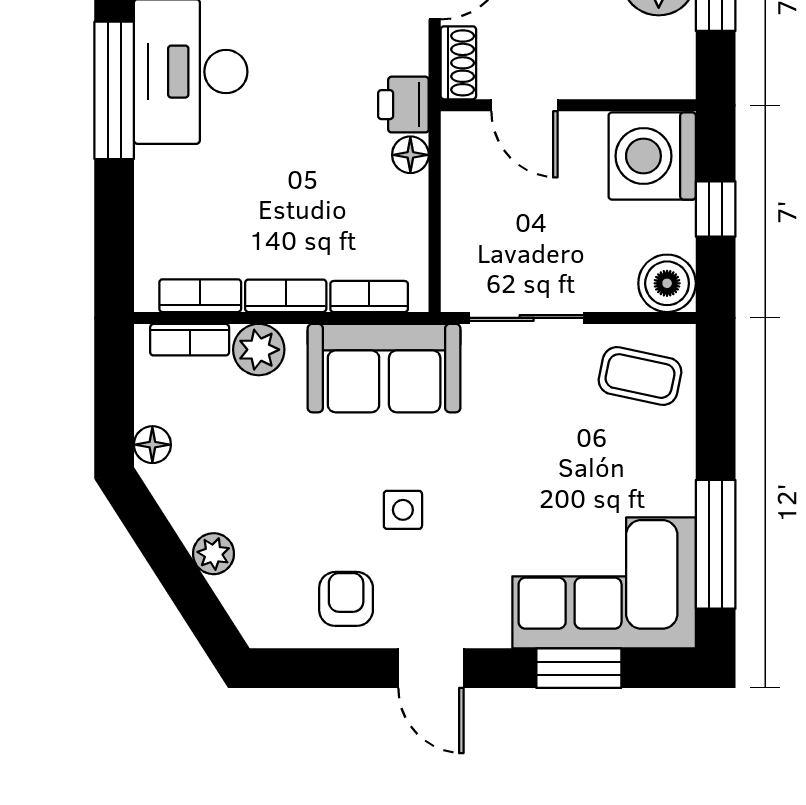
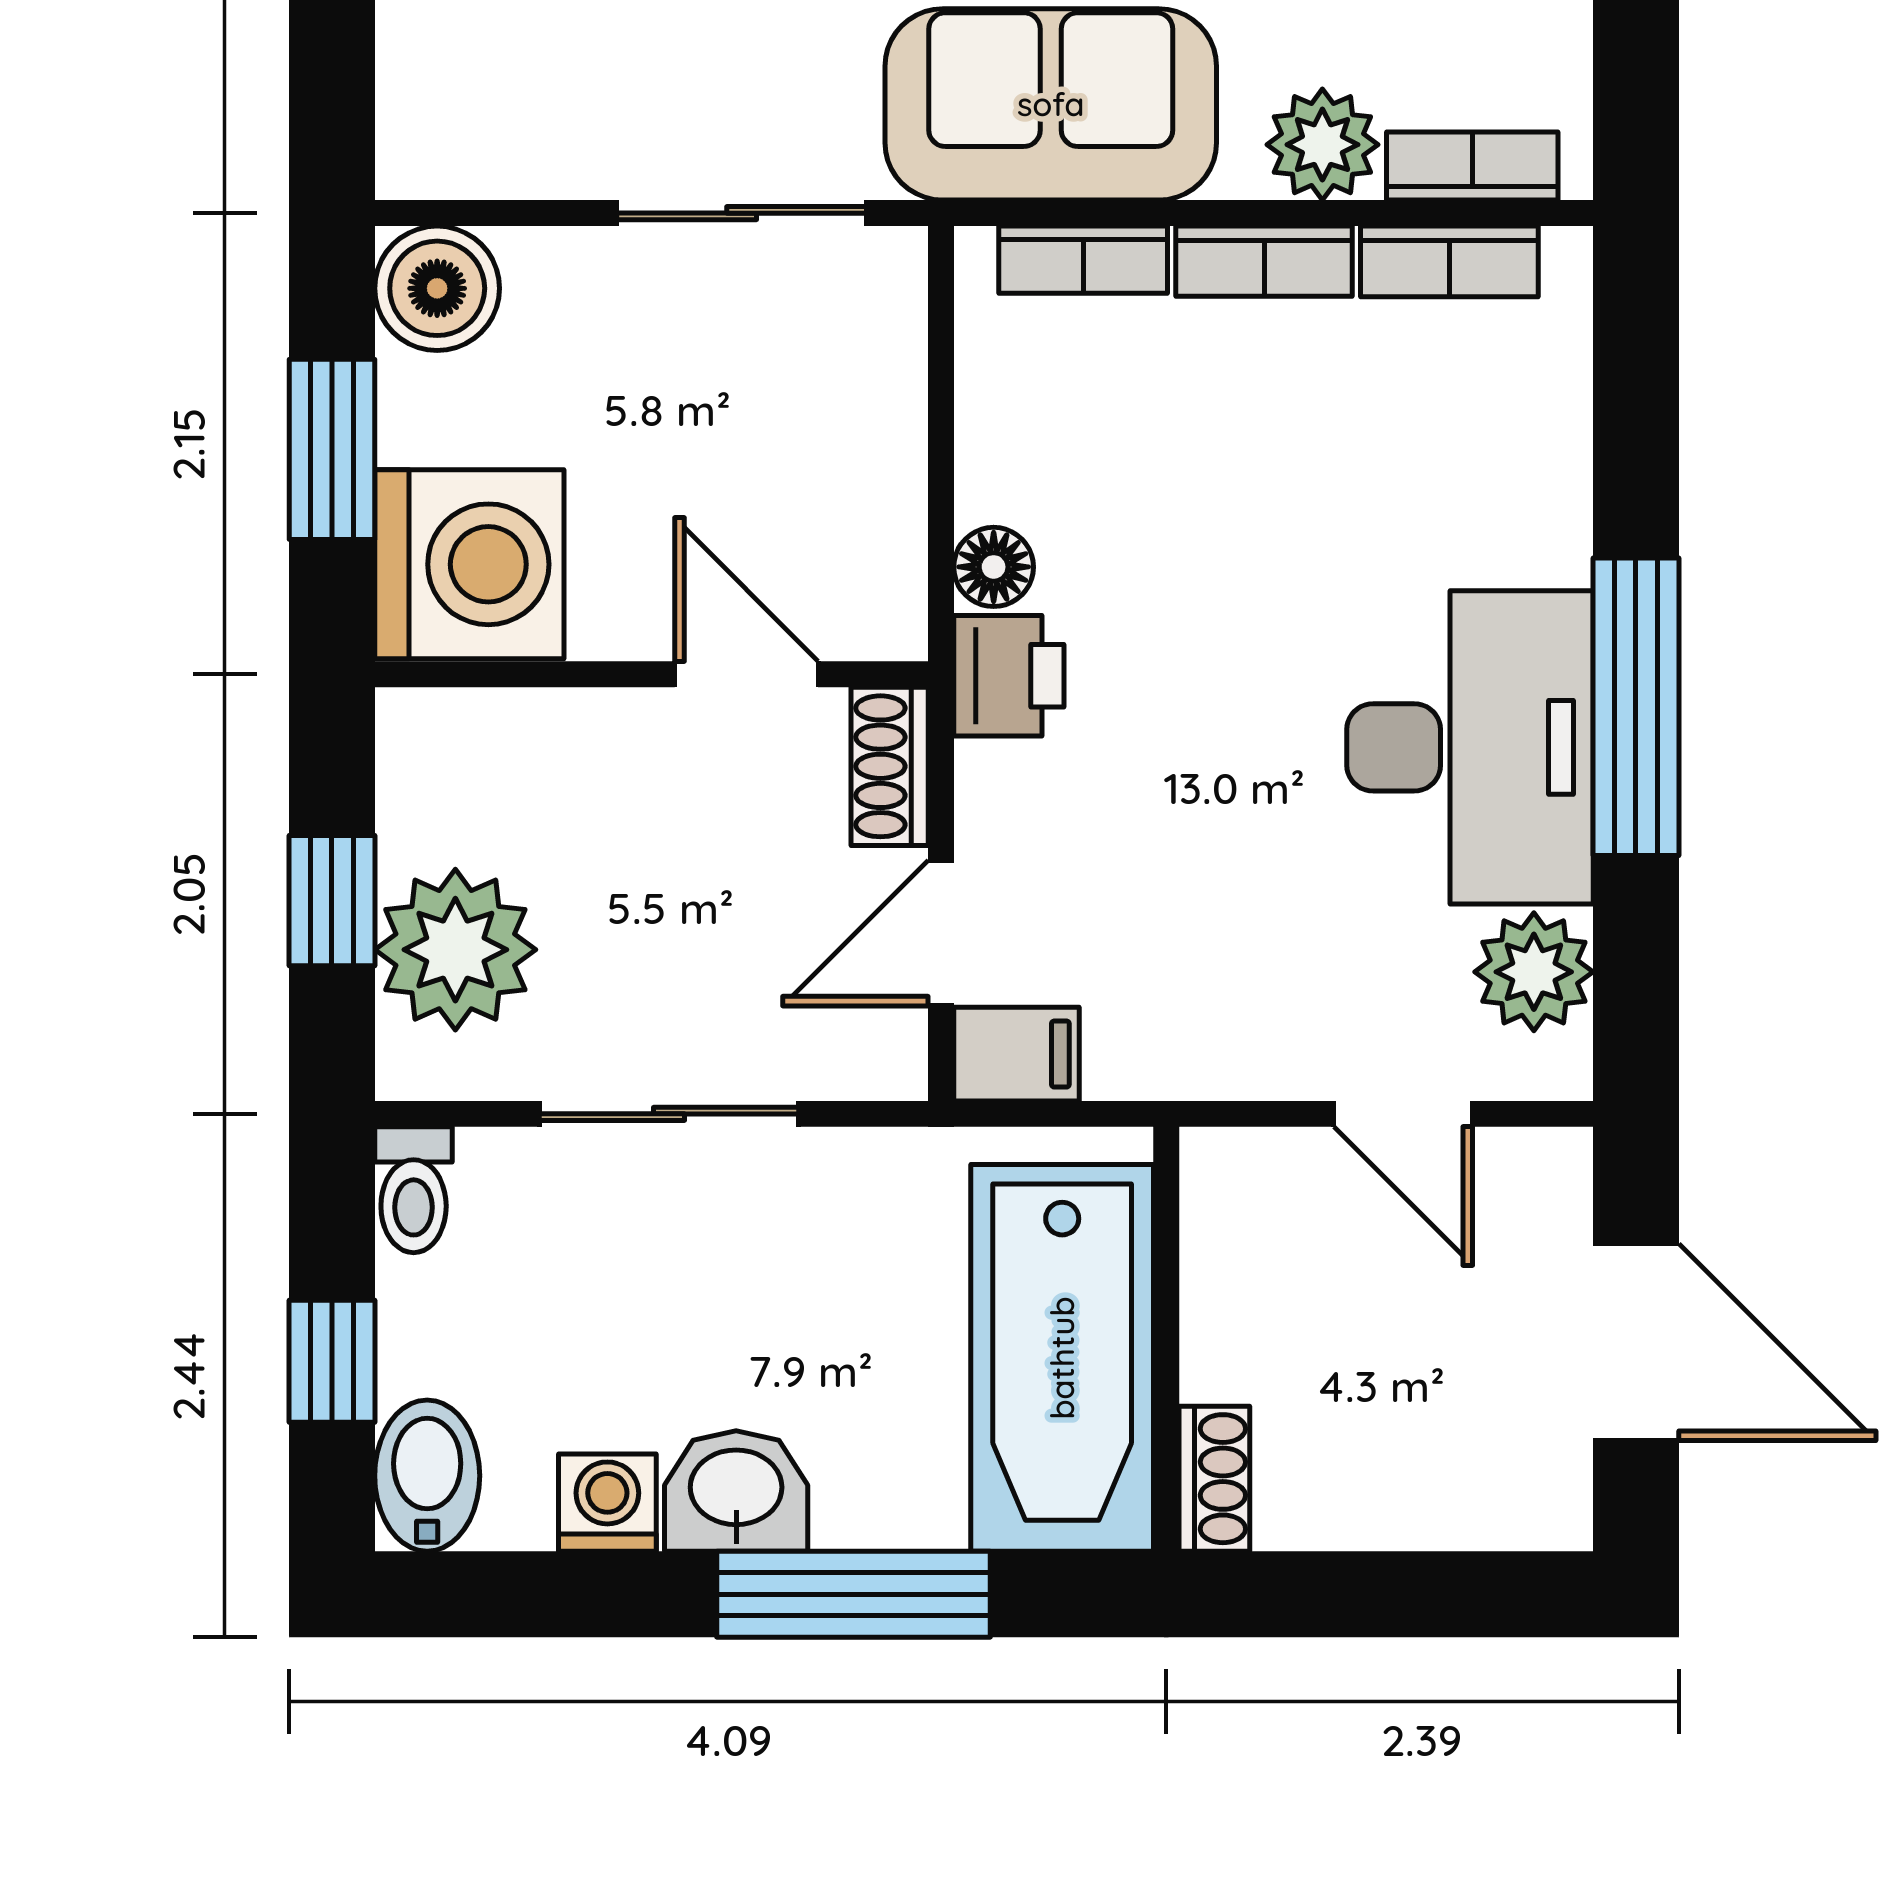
window: (716, 209) -> (332, 449), width x1.50
coffee table: (640, 376) -> (496, 87), removed

